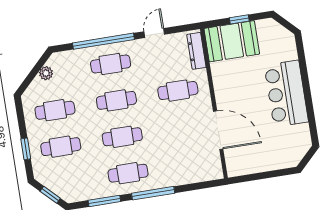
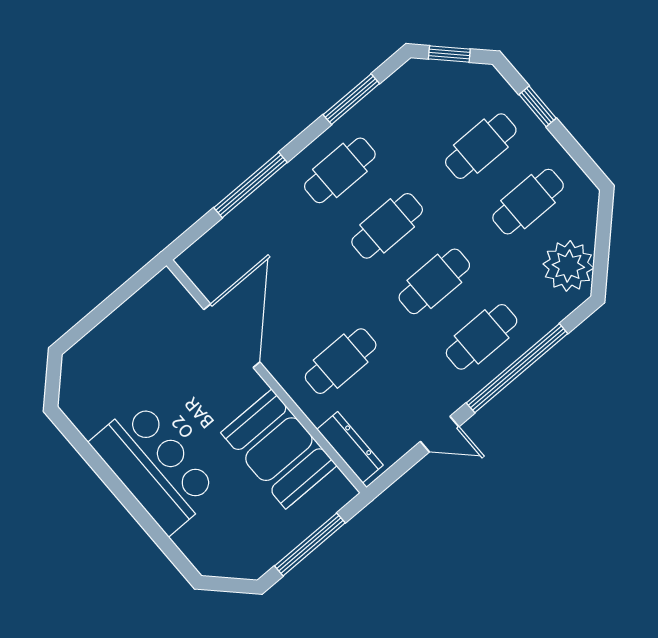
window: (239, 19) -> (310, 544), width x2.17
door: (154, 33) -> (440, 434), hinge flipped
booth: (232, 41) -> (279, 449), moved, turned 90
plant: (46, 73) -> (568, 266), width x1.88, depth x1.88
door: (218, 130) -> (232, 336), swing flipped
window: (153, 193) -> (250, 185), moved

